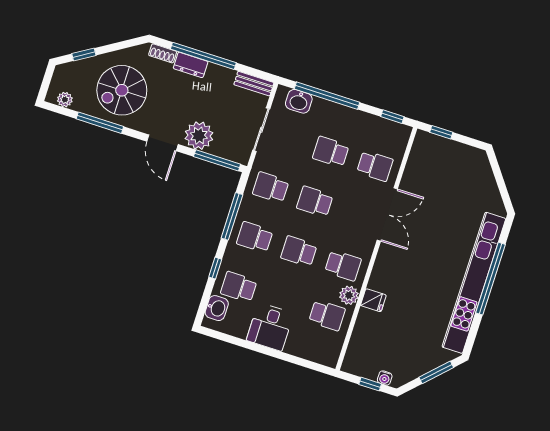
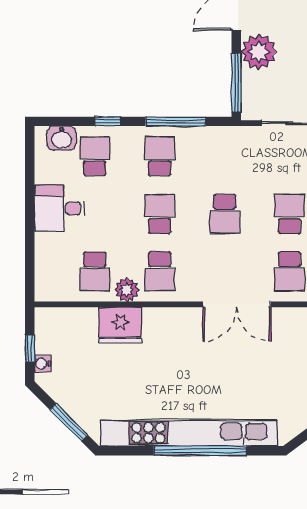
school desk: (271, 187) -> (225, 156), removed
school desk: (315, 202) -> (225, 214), turned 180
fridge: (373, 300) -> (120, 325), width x1.88, depth x1.34

